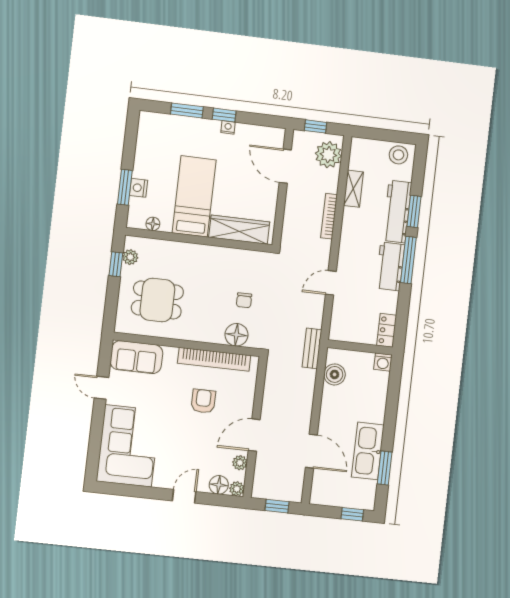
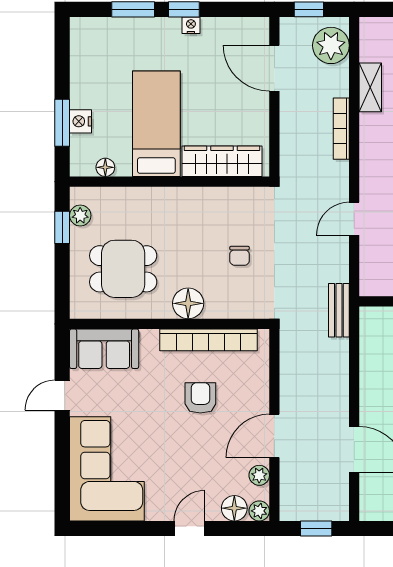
floor lamp: (236, 335) -> (188, 303), moved
boiler: (335, 374) -> (374, 342), removed
door: (101, 388) -> (62, 395), hinge flipped

